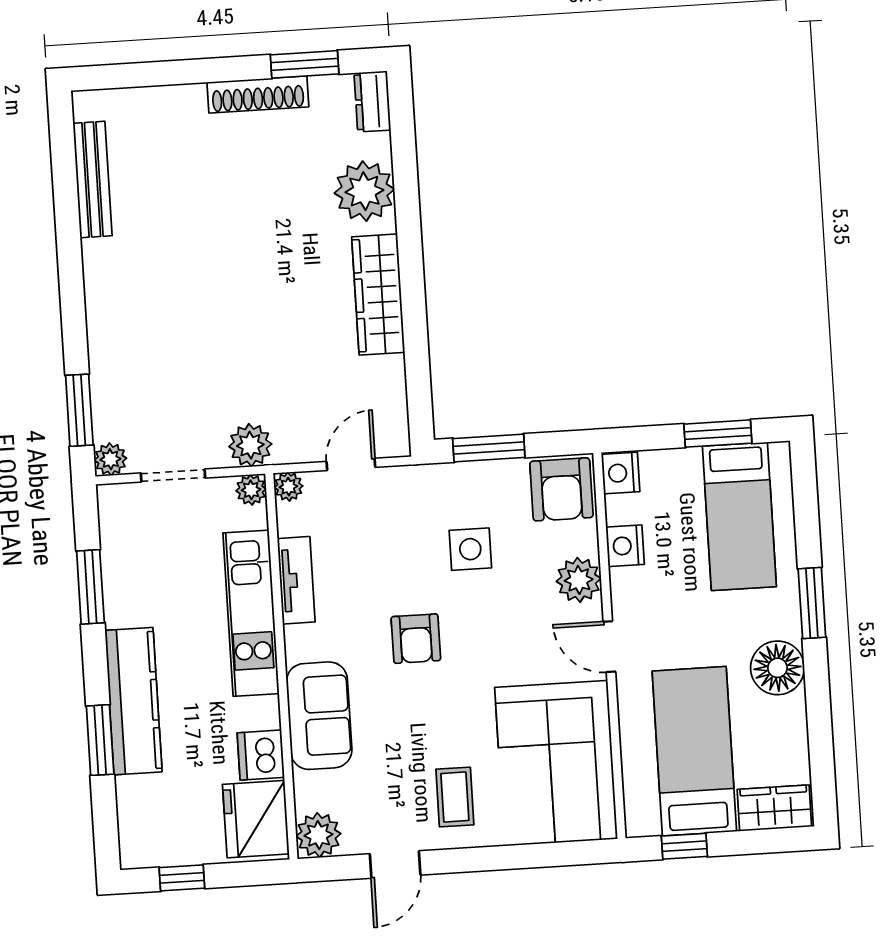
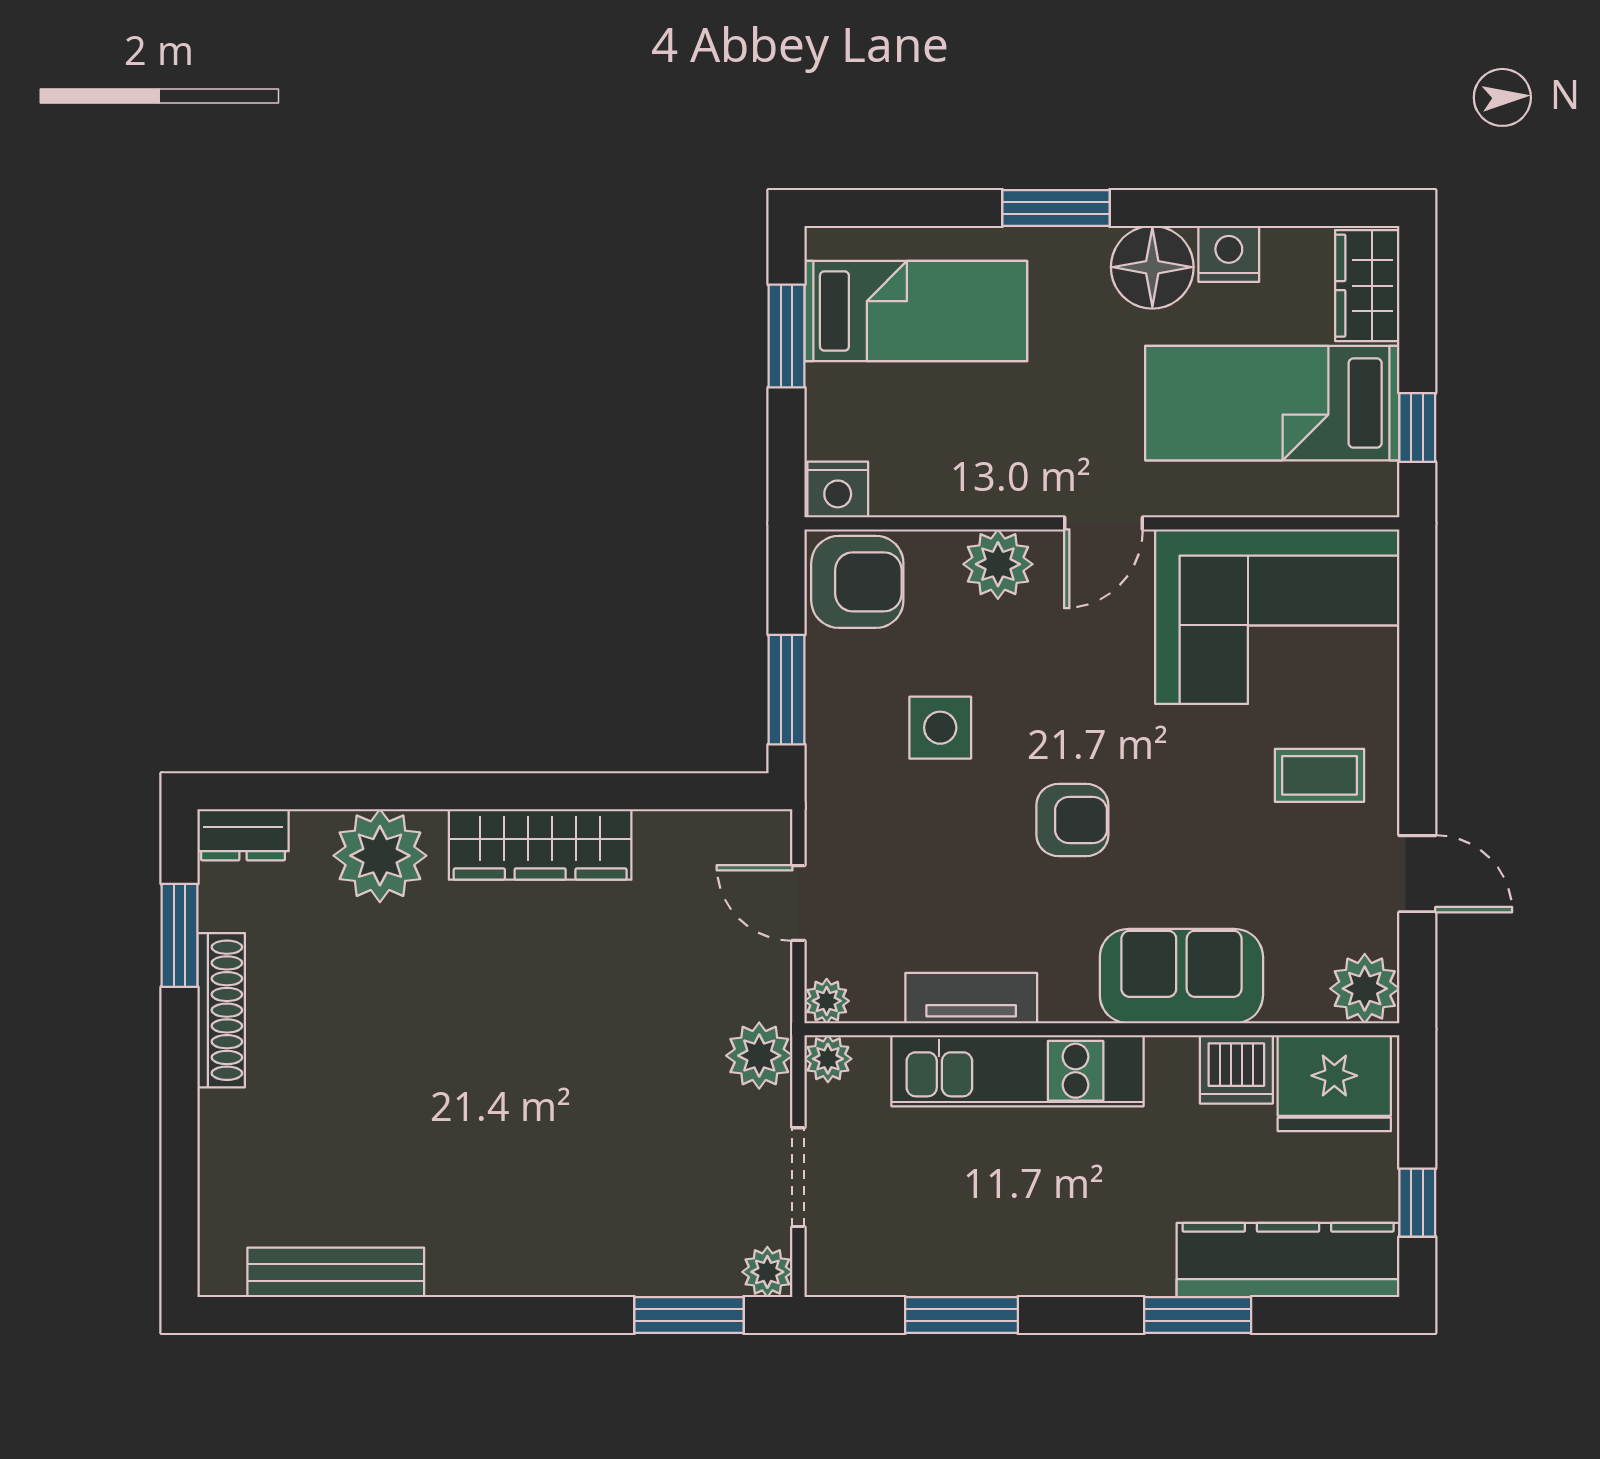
nightstand: (625, 546) -> (1229, 254), moved, turned 180
kitchen counter: (133, 701) -> (1288, 1260), moved

